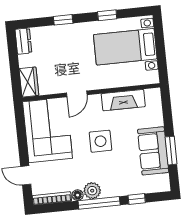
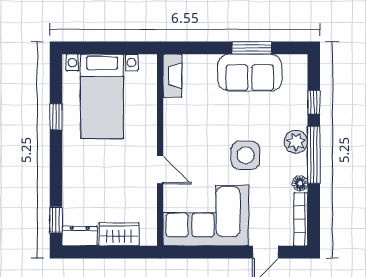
window: (63, 20) -> (56, 220), moved
wardrobe: (29, 82) -> (119, 234), moved
fireplace: (123, 100) -> (172, 76), moved, width x0.73, depth x0.76
side table: (100, 141) -> (246, 155), moved
plant: (92, 191) -> (296, 142), moved

